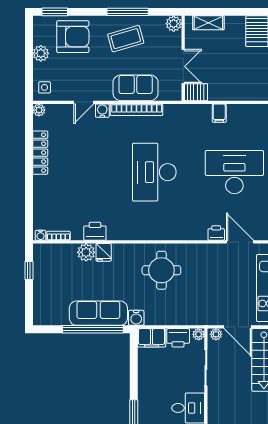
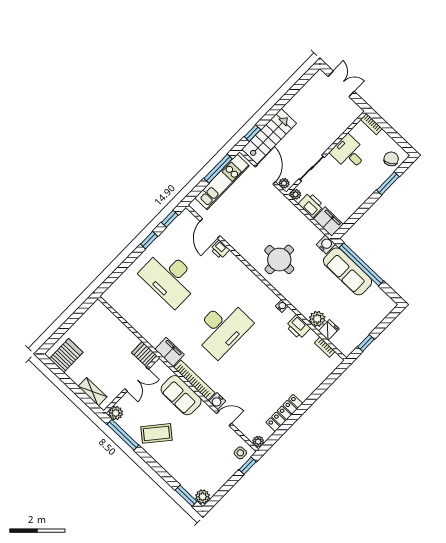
window: (128, 12) -> (123, 435), moved
armchair: (73, 37) -> (190, 468), removed
coffee table: (126, 39) -> (156, 433), turned -34
plant: (41, 53) -> (203, 497), moved
double door: (183, 66) -> (137, 379), swing flipped
window: (29, 83) -> (248, 466), added
filing cabinet: (219, 113) -> (169, 352), moved, width x2.00
water cooler: (41, 235) -> (282, 306), moved
fridge: (104, 252) -> (329, 330), moved

